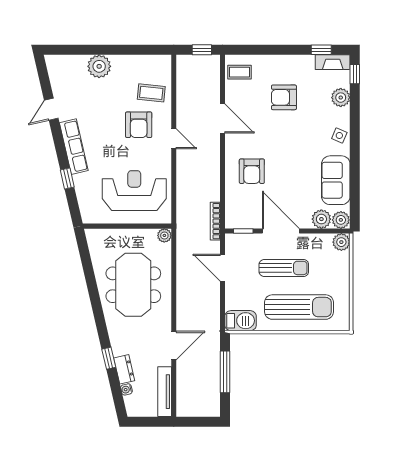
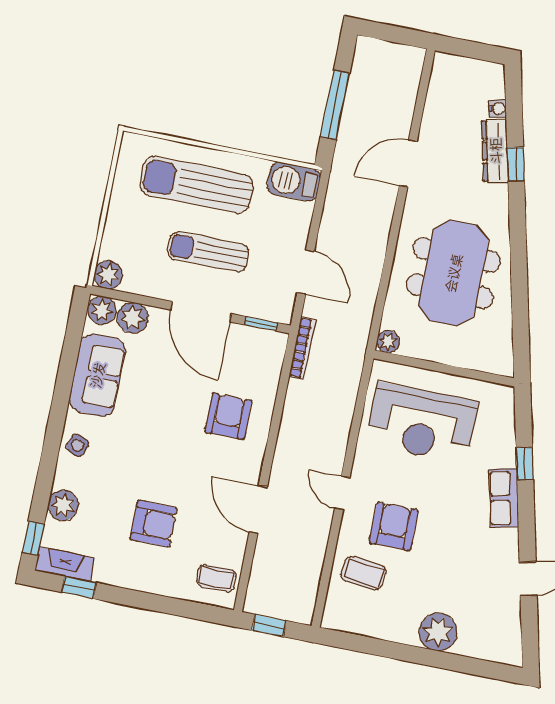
row of seats: (74, 147) -> (504, 498), width x0.68
dresser: (124, 369) -> (495, 151), width x1.44
tv unit: (165, 392) -> (437, 93), removed

